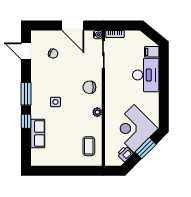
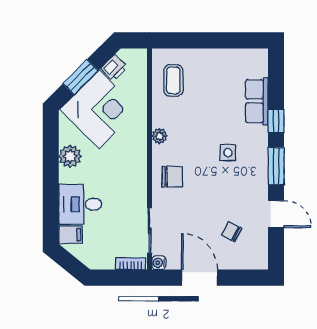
door: (26, 51) -> (276, 214), moved
desk: (146, 75) -> (80, 204), width x0.73
plant: (152, 100) -> (70, 156), added

